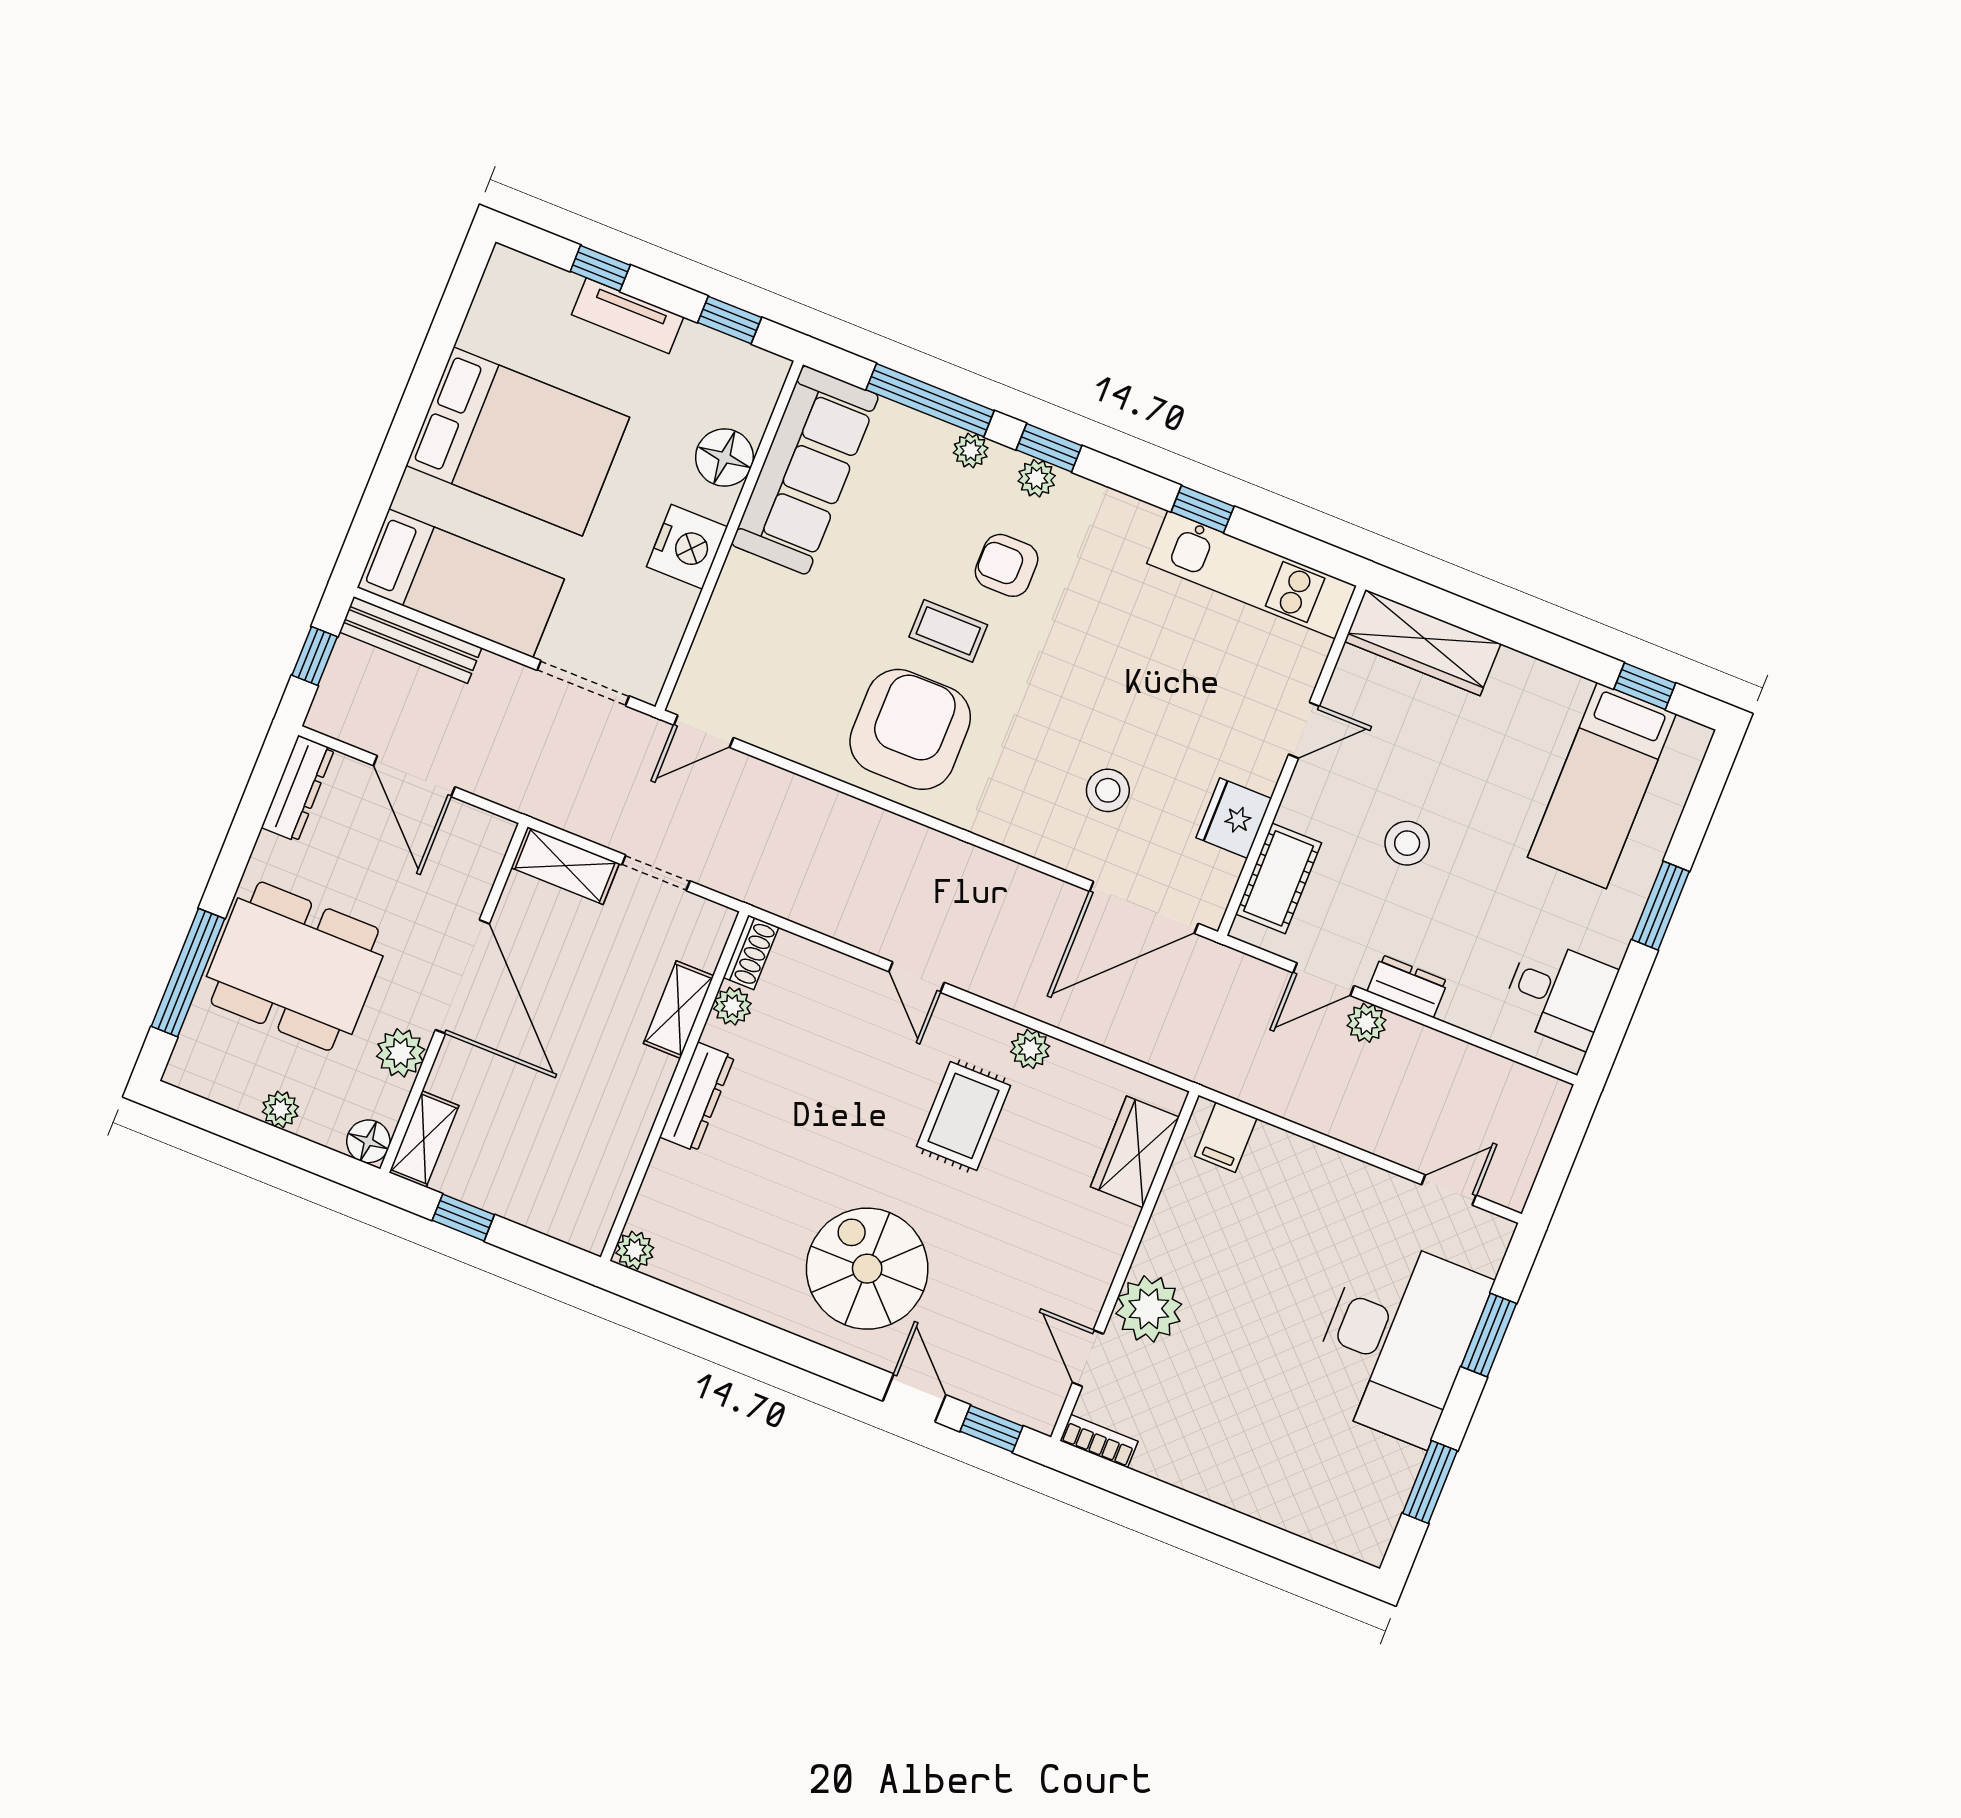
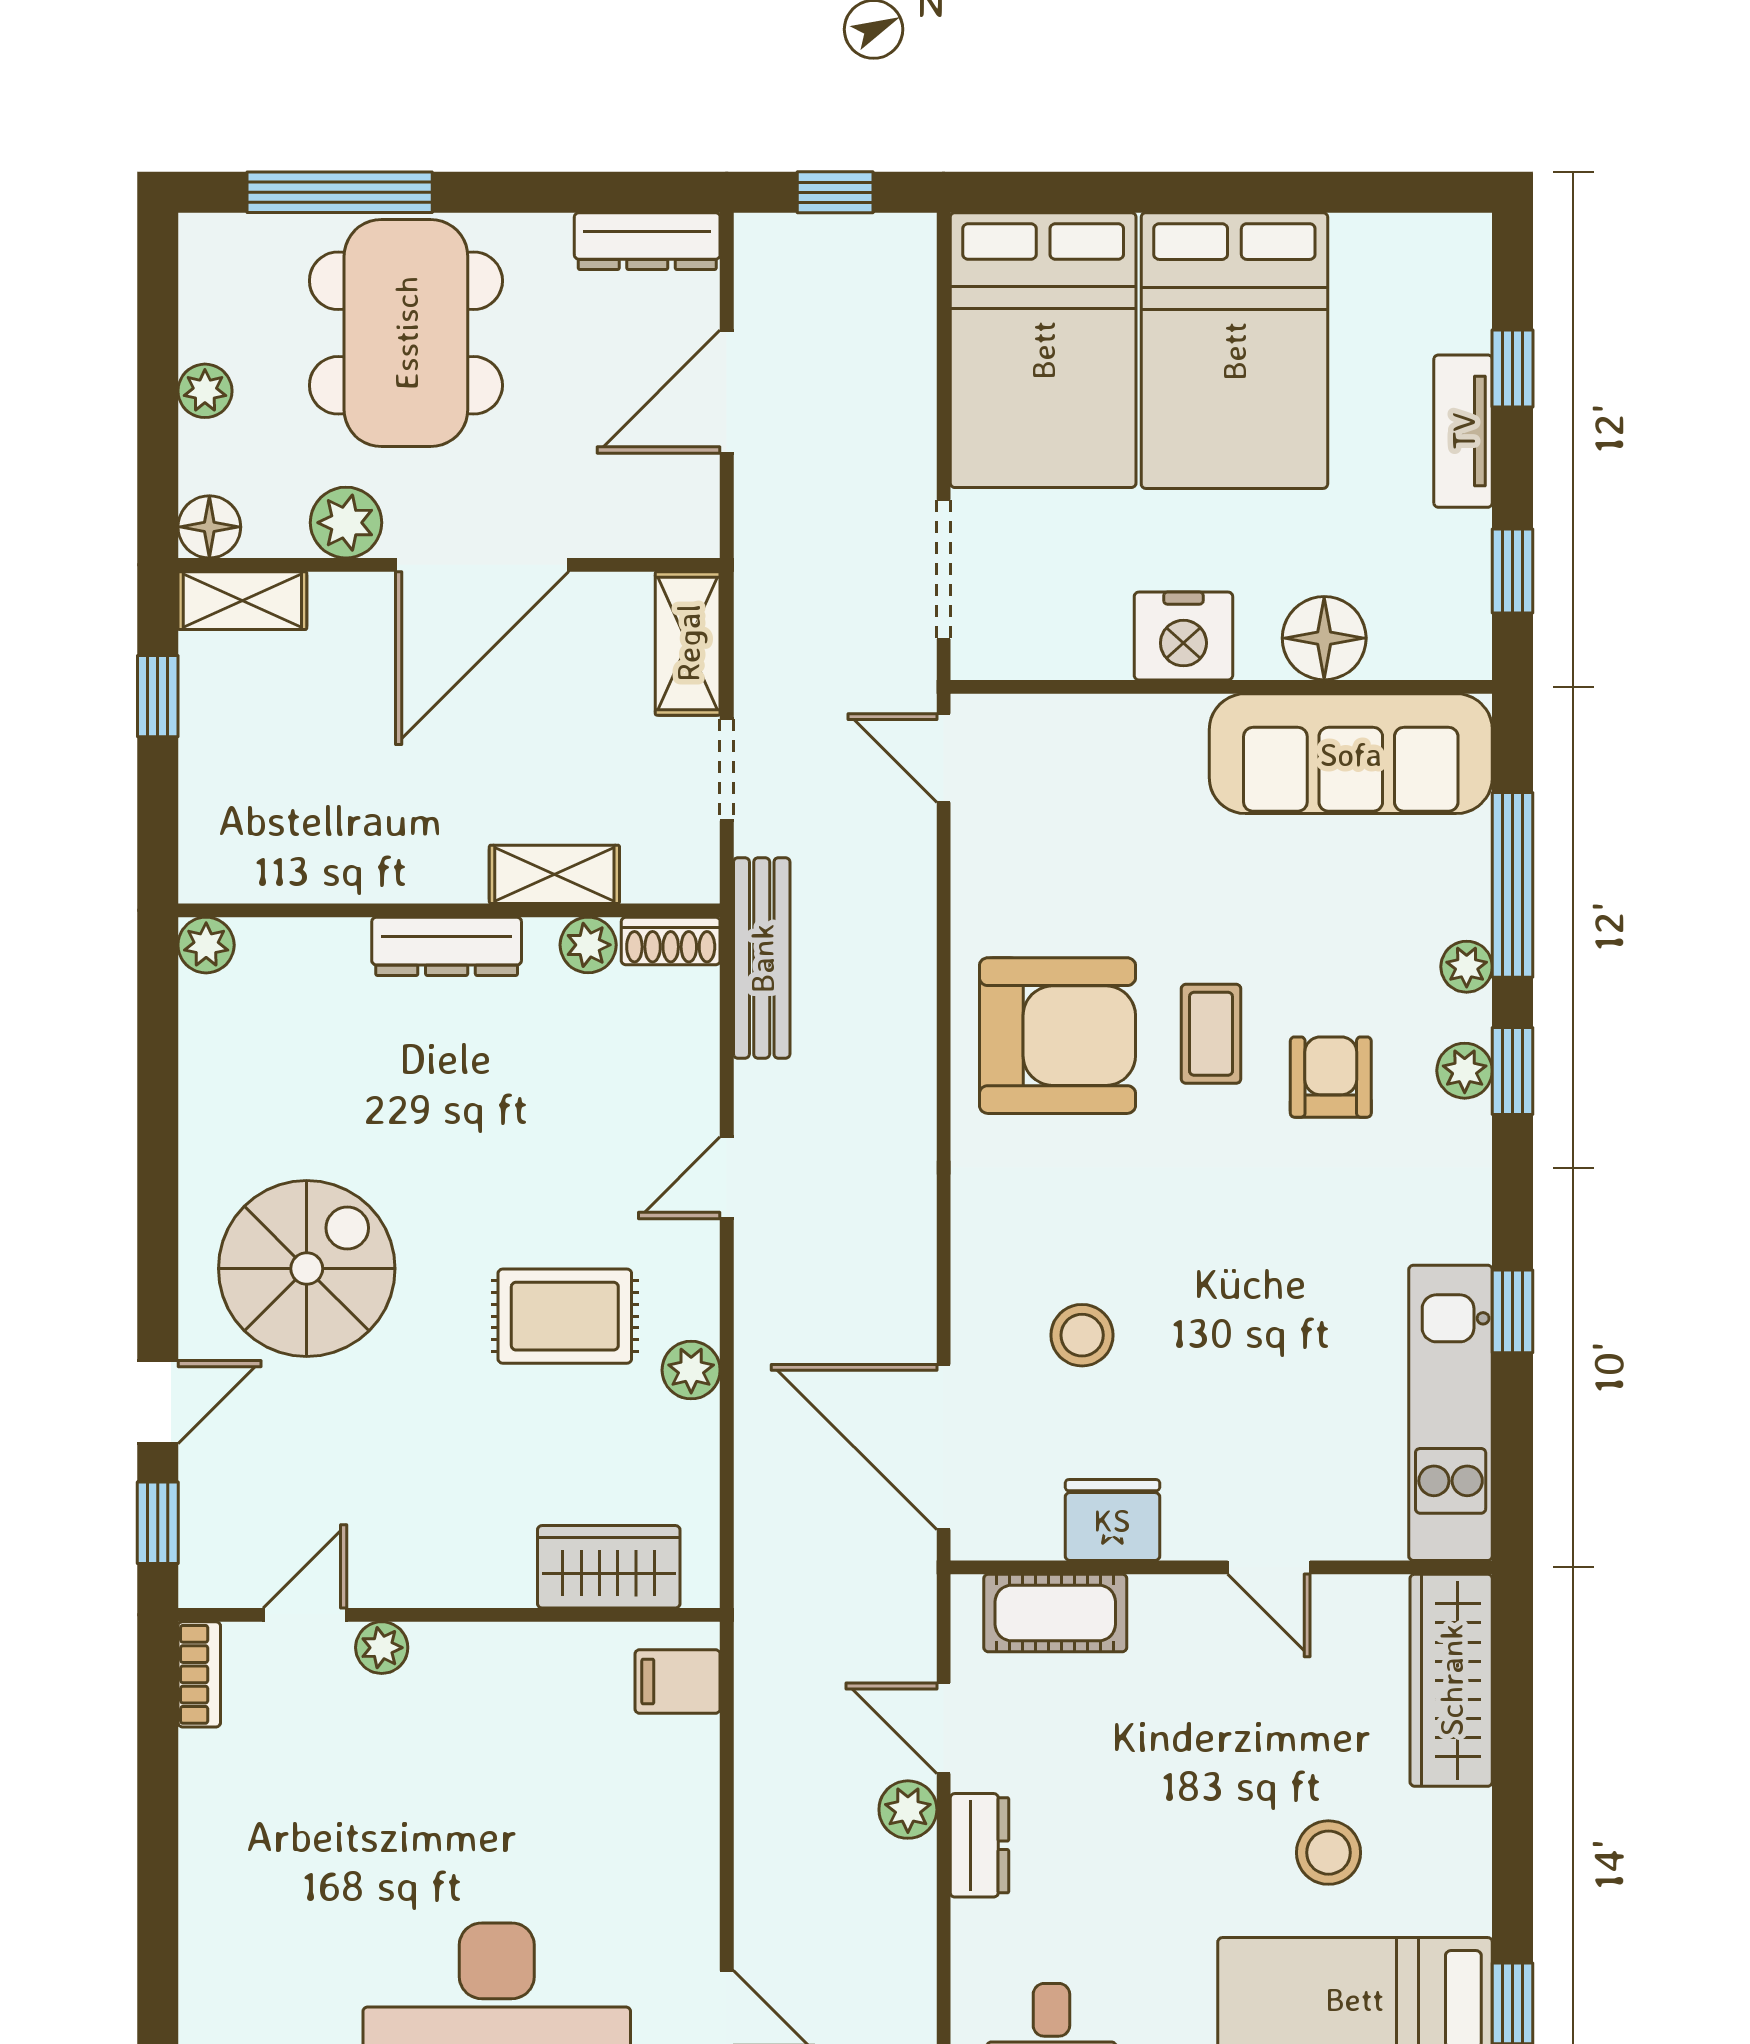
bed: (461, 583) -> (1043, 350), width x1.50
bench: (410, 640) -> (762, 958), moved
stool: (1407, 843) -> (1328, 1853), moved
plant: (1149, 1309) -> (382, 1648), width x0.53, depth x0.53

